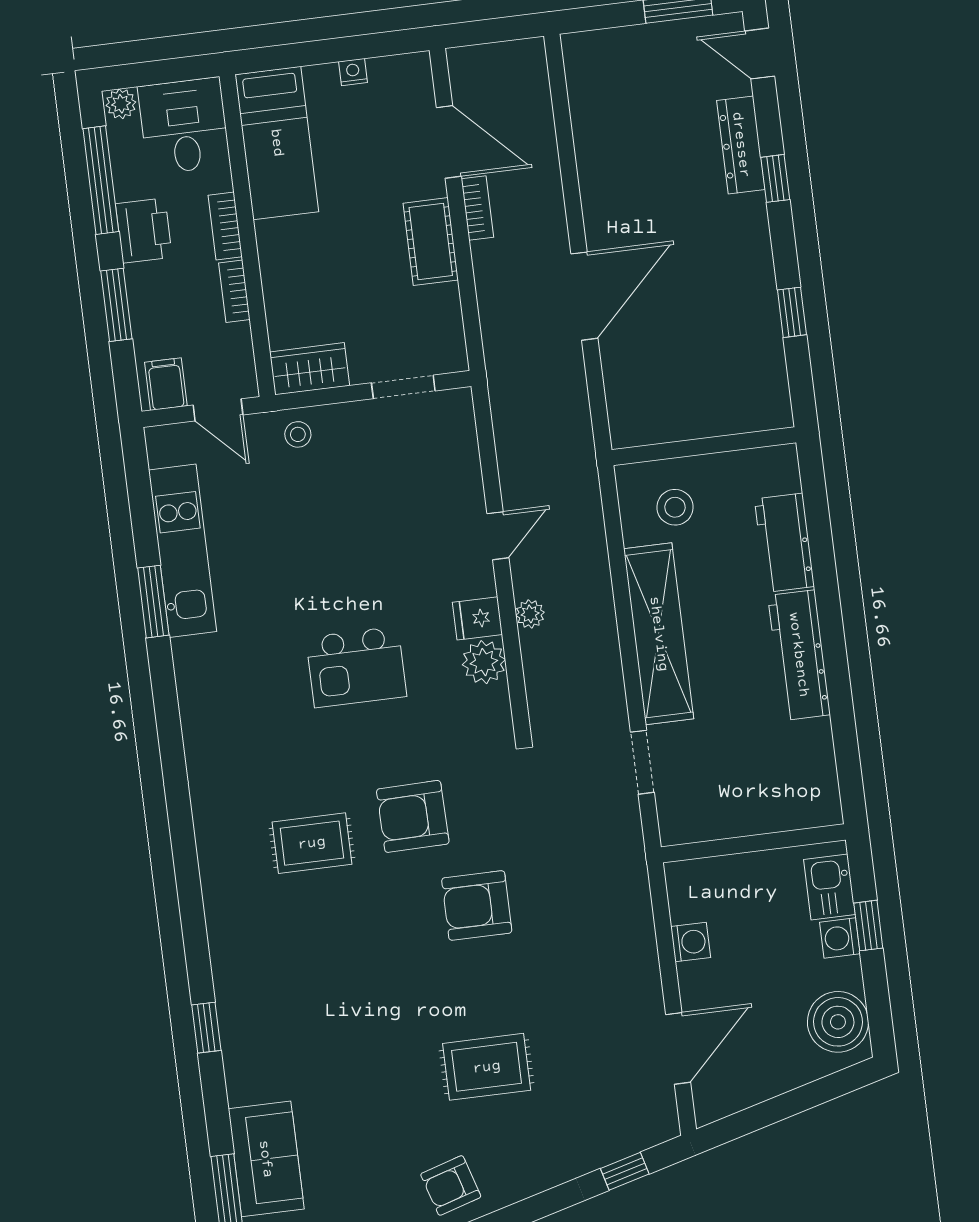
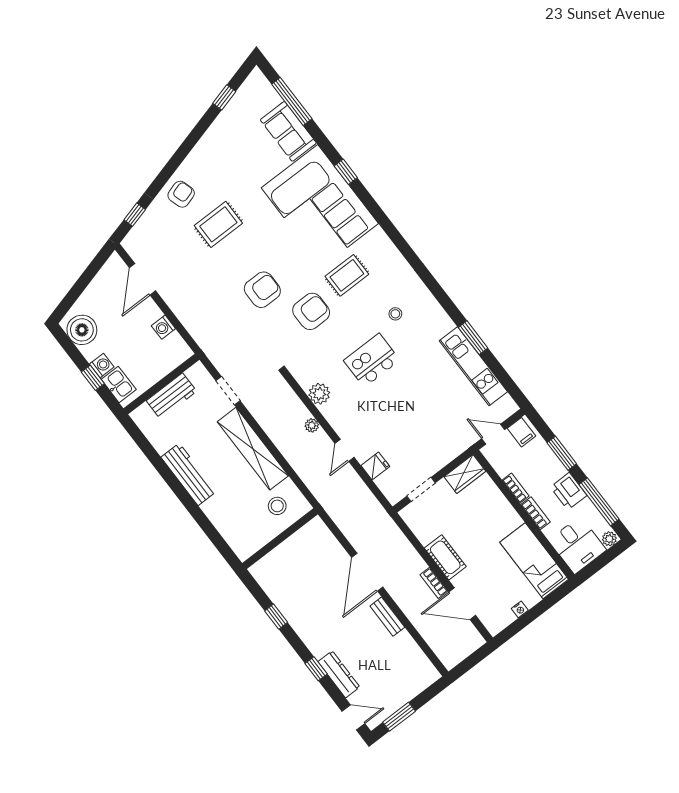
bench: (595, 197) -> (387, 617), added
stool: (298, 434) -> (395, 314), moved
workbench: (784, 543) -> (171, 396), moved, turned 90
fridge: (477, 618) -> (375, 466), moved
corner sofa: (288, 995) -> (320, 206), added
armchair: (451, 1185) -> (181, 194), moved

